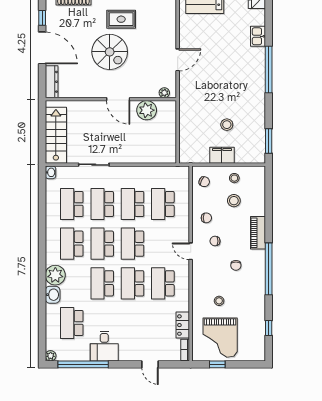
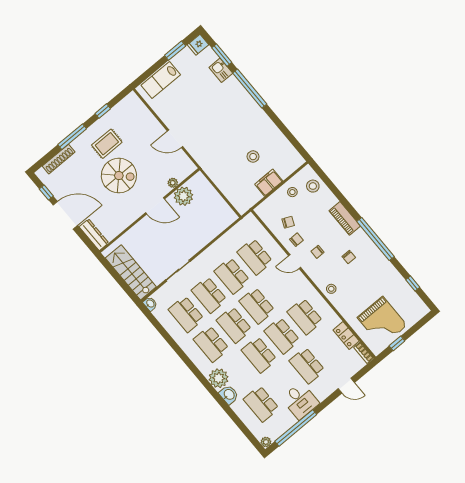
door: (178, 60) -> (175, 139), swing flipped
plant: (164, 93) -> (173, 183), moved
window: (269, 141) -> (222, 55), moved
chair: (204, 182) -> (288, 222), moved
stool: (234, 201) -> (313, 186), moved
door: (191, 251) -> (295, 262), moved
stool: (219, 301) -> (331, 289), moved
school desk: (133, 323) -> (307, 366), added

